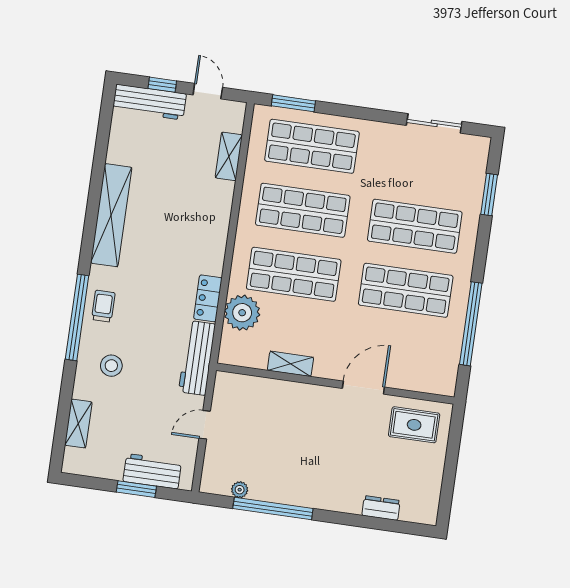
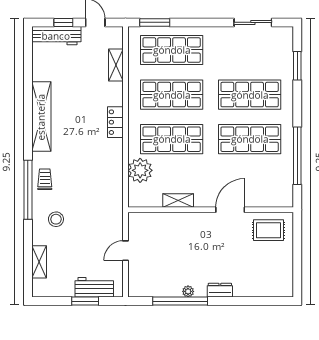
locker: (208, 298) -> (115, 122), moved
workbench: (197, 358) -> (114, 206), removed
plant: (240, 490) -> (188, 291), moved
dresser: (381, 508) -> (220, 290), moved

